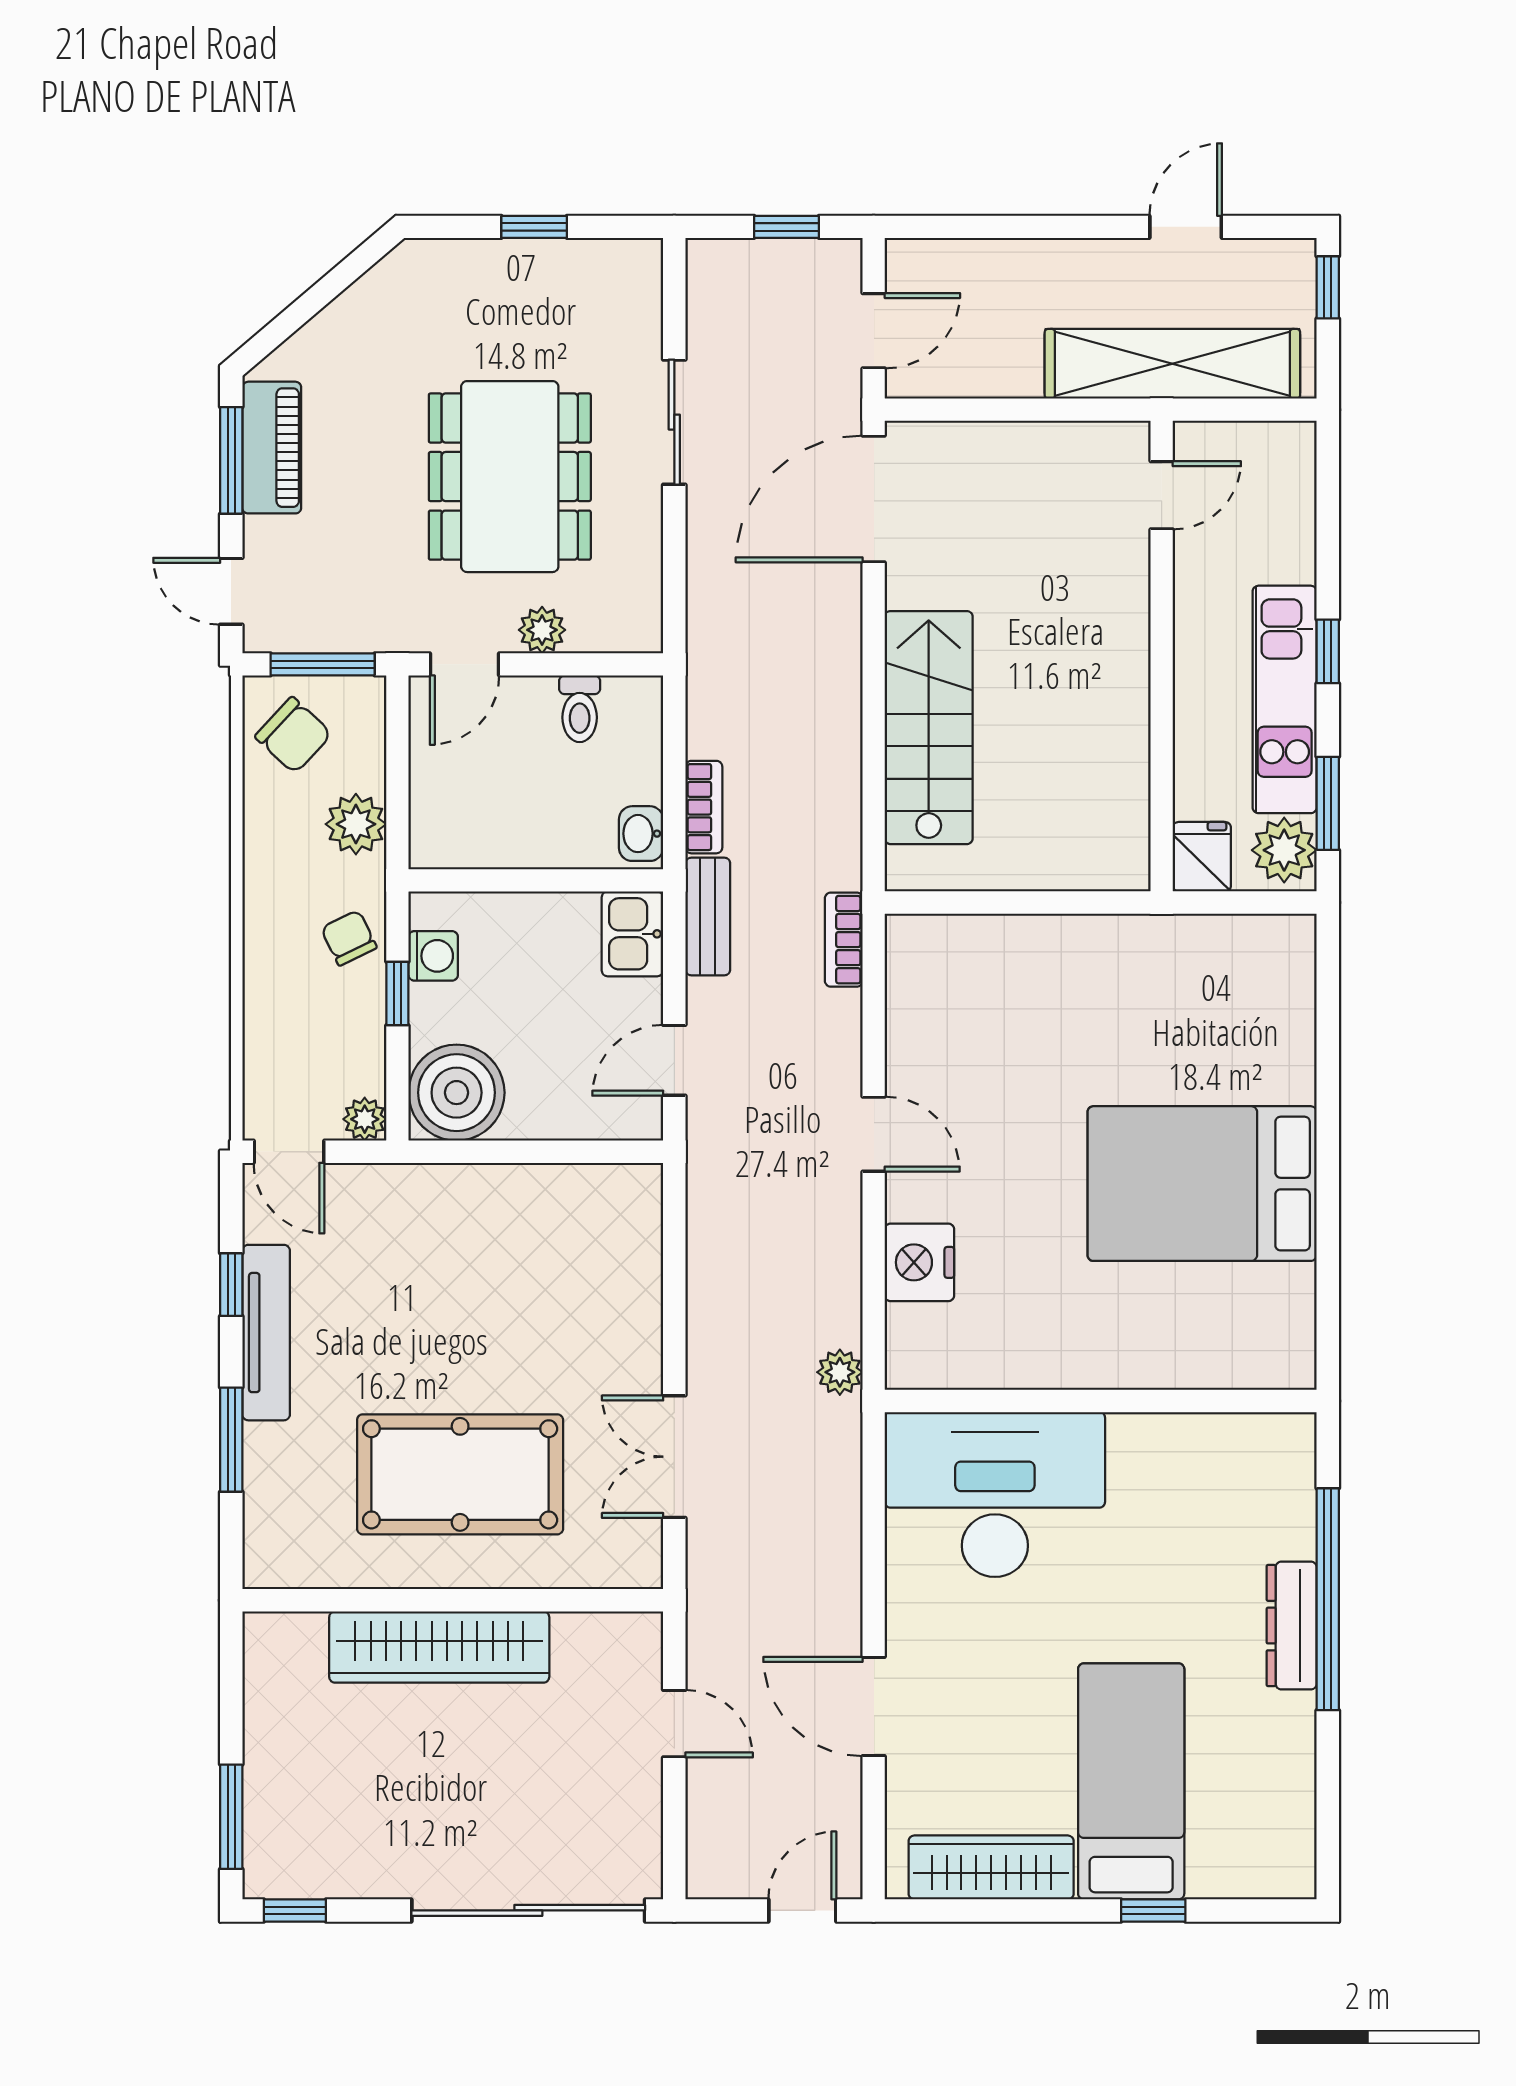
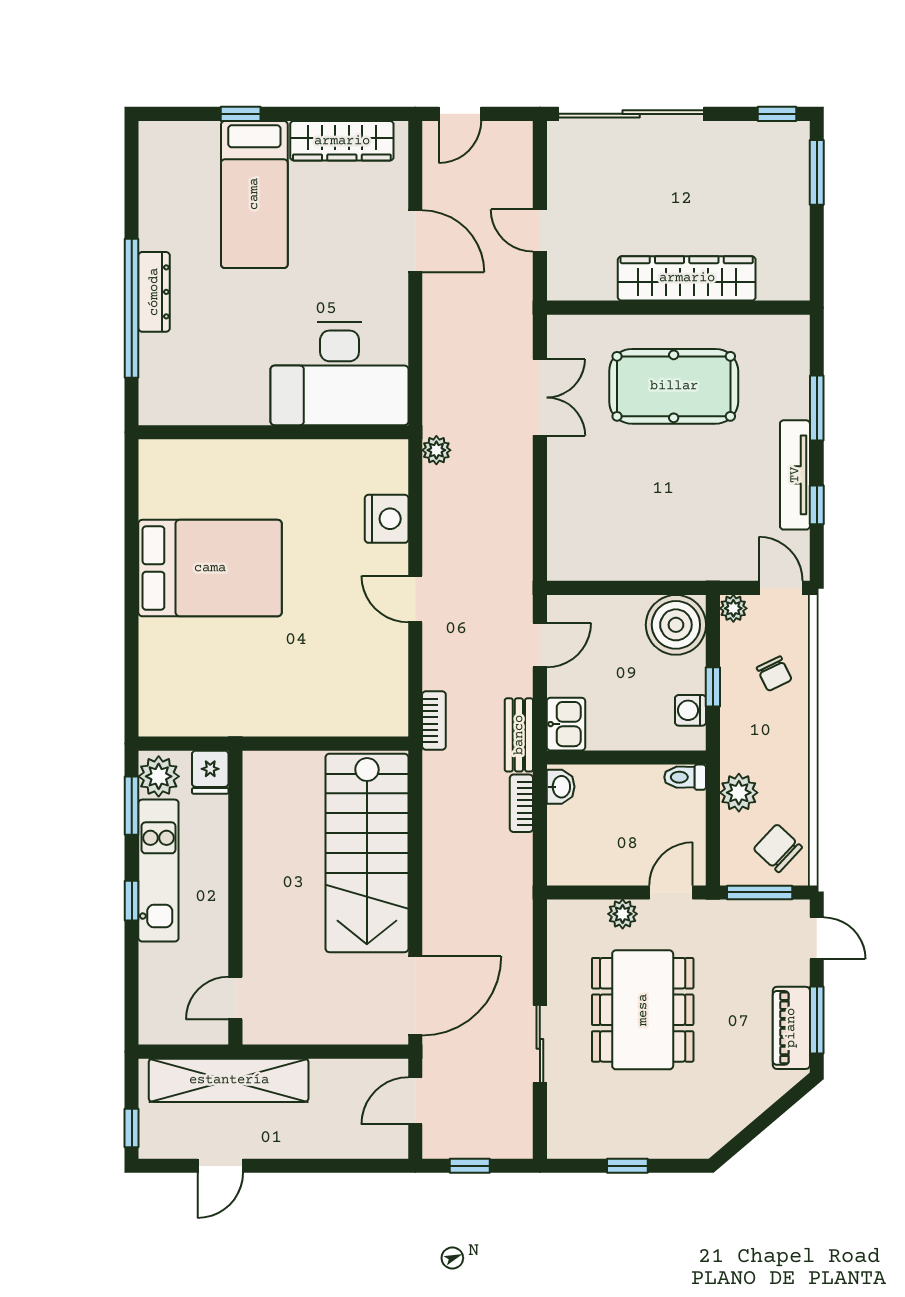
toilet: (580, 709) -> (685, 777), moved, turned -90
stairs: (929, 728) -> (367, 853), width x1.36, depth x1.51
chair: (349, 938) -> (774, 674), moved

